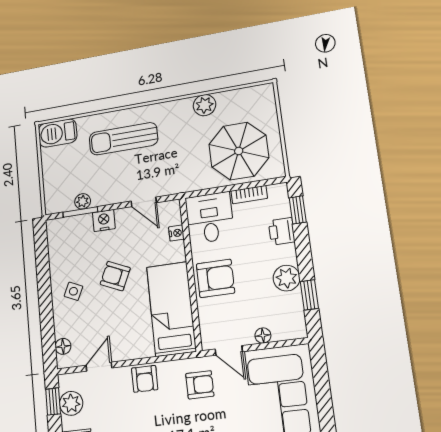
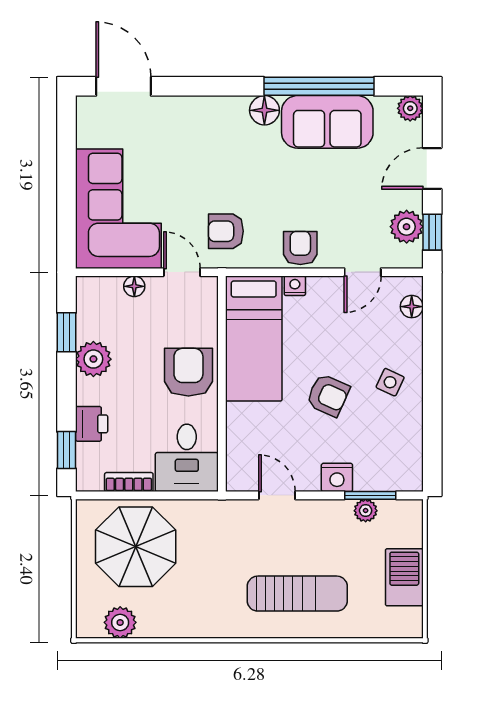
plant: (205, 105) -> (120, 622), moved
barbecue: (58, 133) -> (404, 577), moved, turned -90
nightstand: (176, 233) -> (295, 286), moved, turned 90
armchair: (215, 278) -> (188, 372), turned 90

